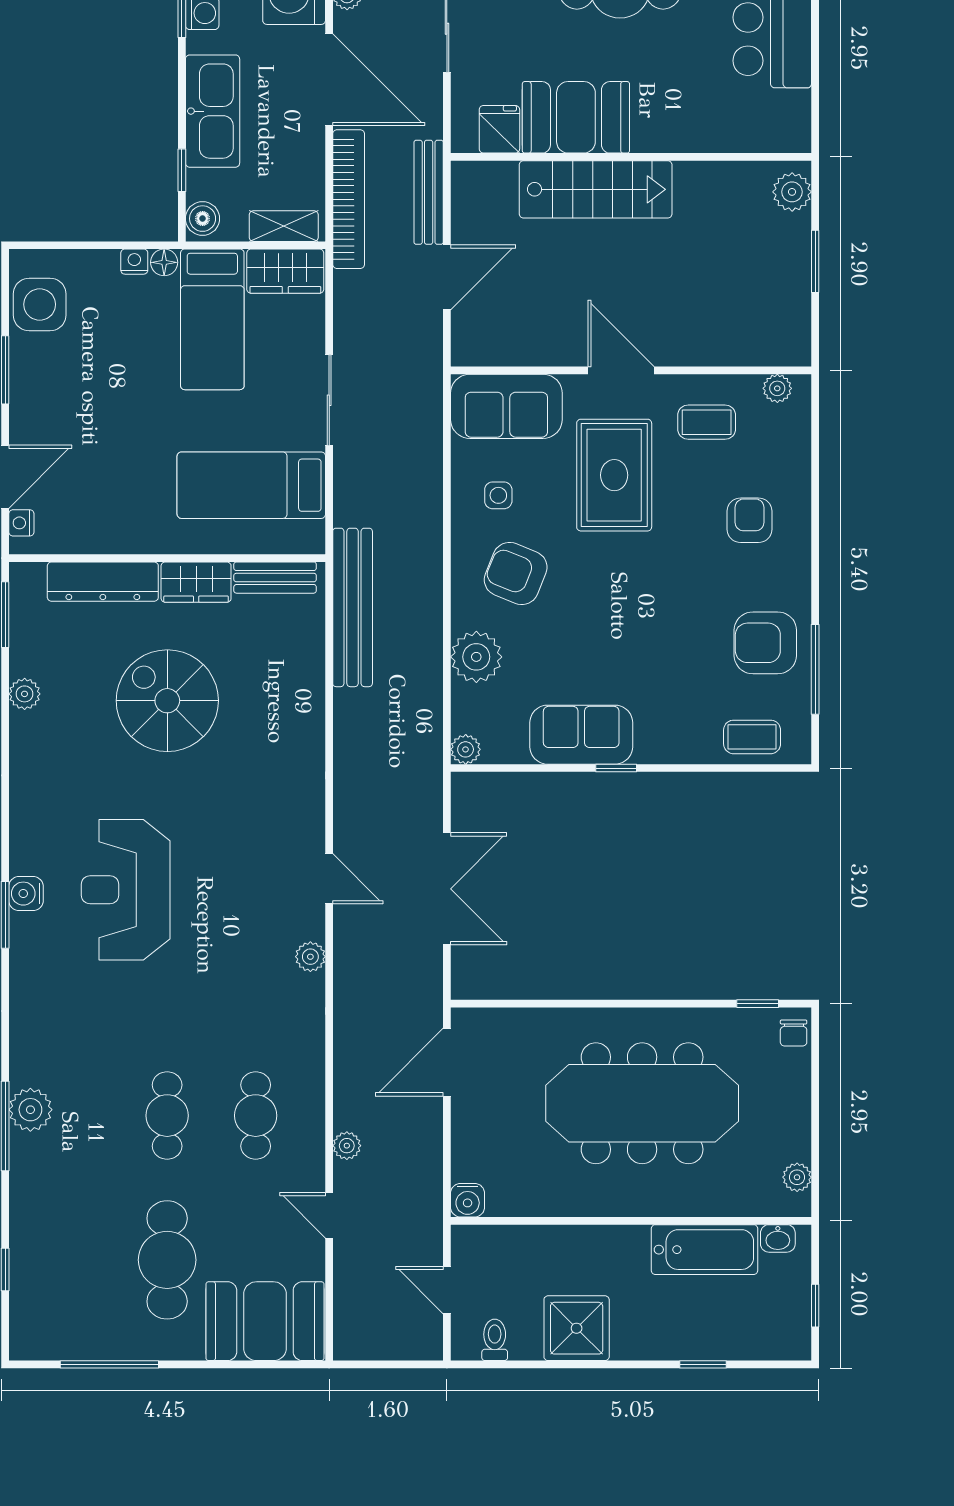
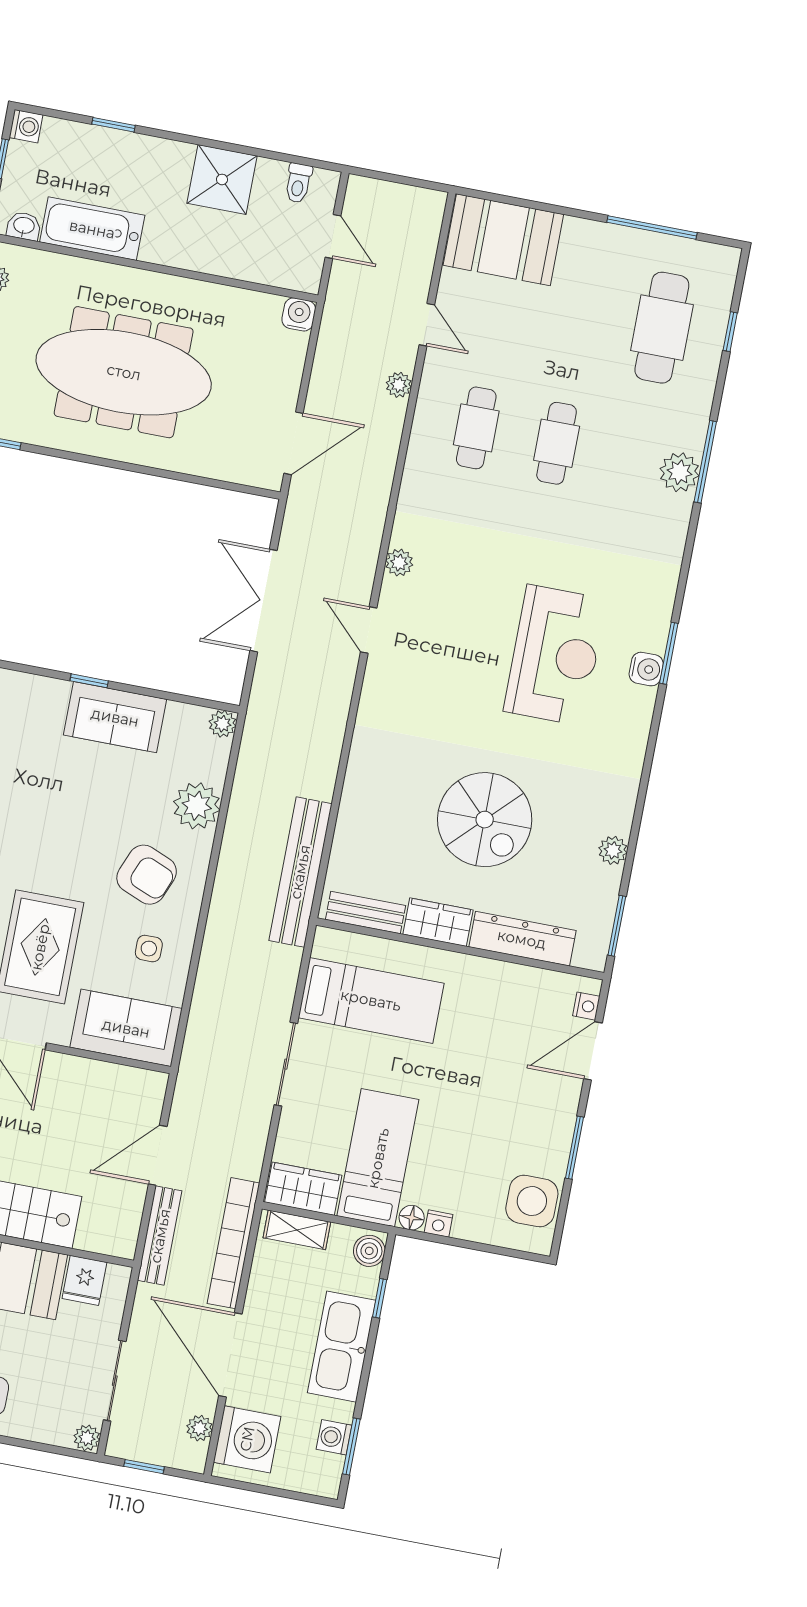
cafe table: (167, 1260) -> (662, 328), moved
washing machine: (796, 1345) -> (26, 126), added

